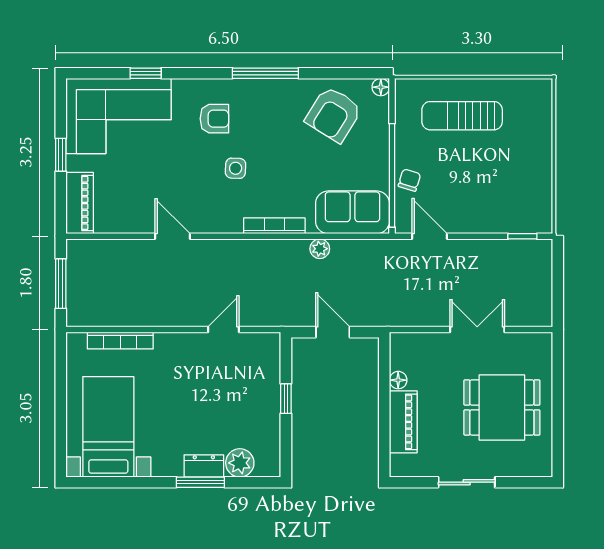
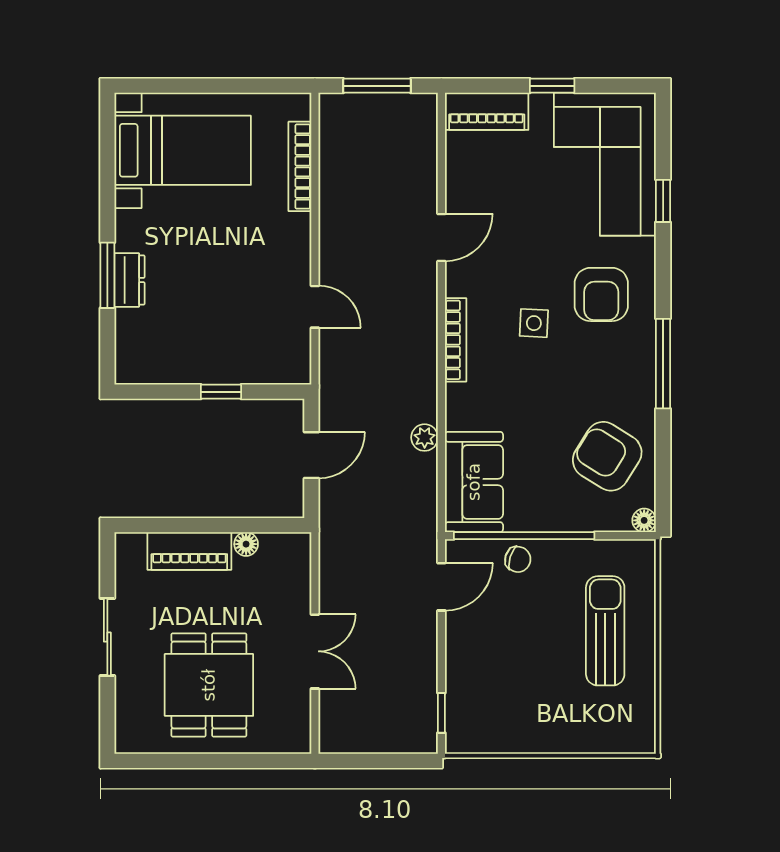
armchair: (214, 119) -> (601, 294), width x1.38, depth x1.38
bookcase: (274, 226) -> (456, 340), moved
plant: (240, 463) -> (134, 329), removed

